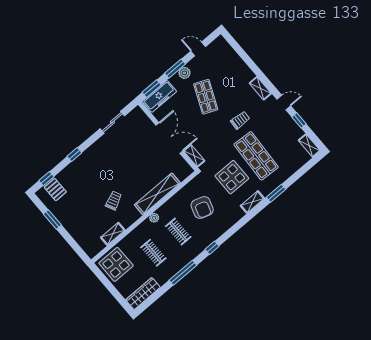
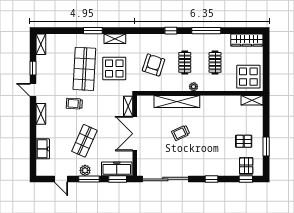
freezer: (234, 61) -> (43, 149), added
sliding door: (112, 122) -> (165, 179), width x1.86
trolley: (114, 201) -> (181, 133), moved
pallet: (75, 208) -> (244, 141), added
shelving: (113, 234) -> (252, 100), moved

